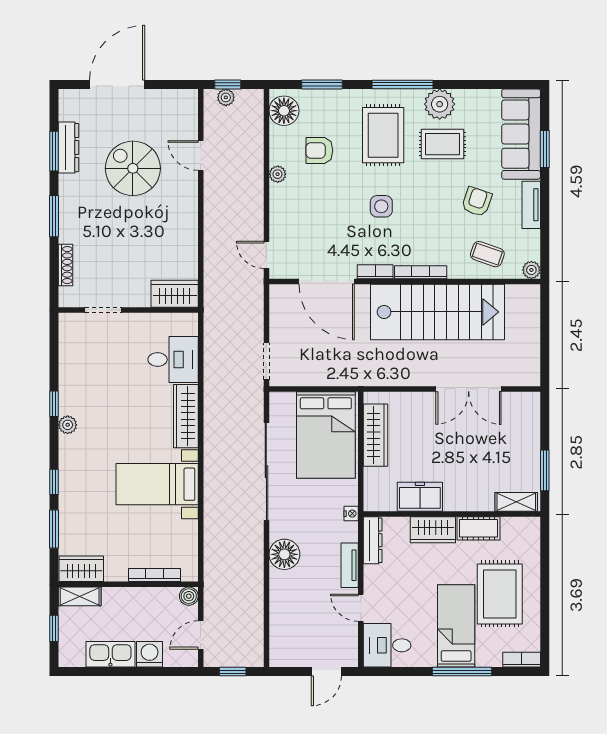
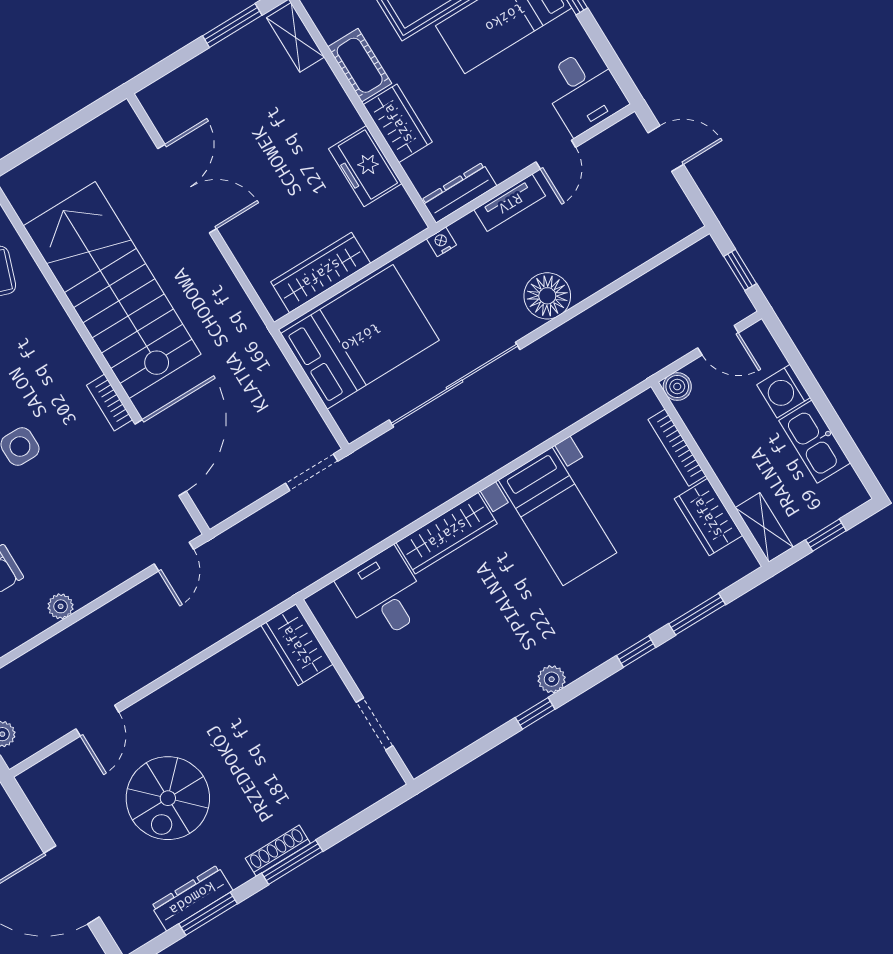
shoe rack: (66, 265) -> (278, 851), moved
bookcase: (421, 272) -> (74, 343), removed
wardrobe: (81, 569) -> (708, 517), moved

